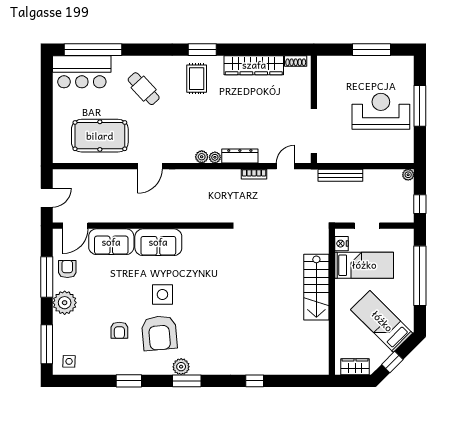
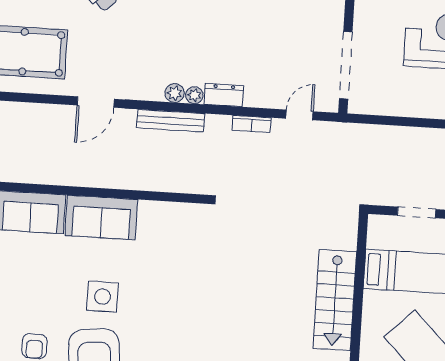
dresser: (240, 156) -> (224, 95), width x0.70
bench: (340, 175) -> (171, 121), moved
nightstand: (342, 244) -> (377, 237), removed

